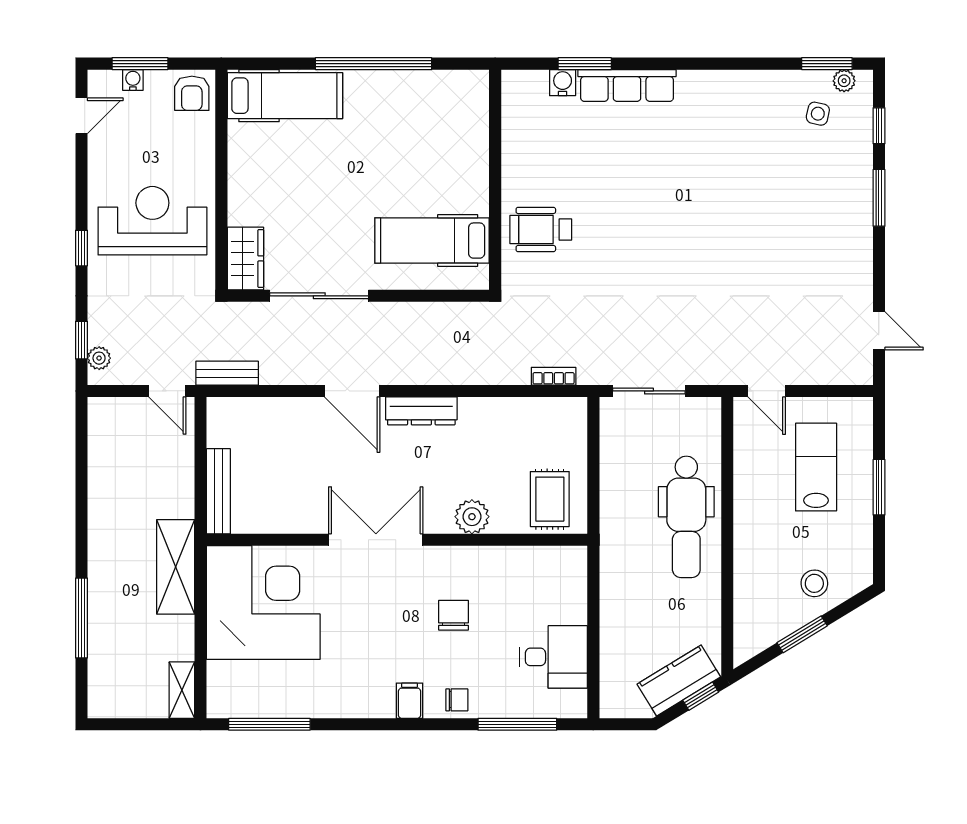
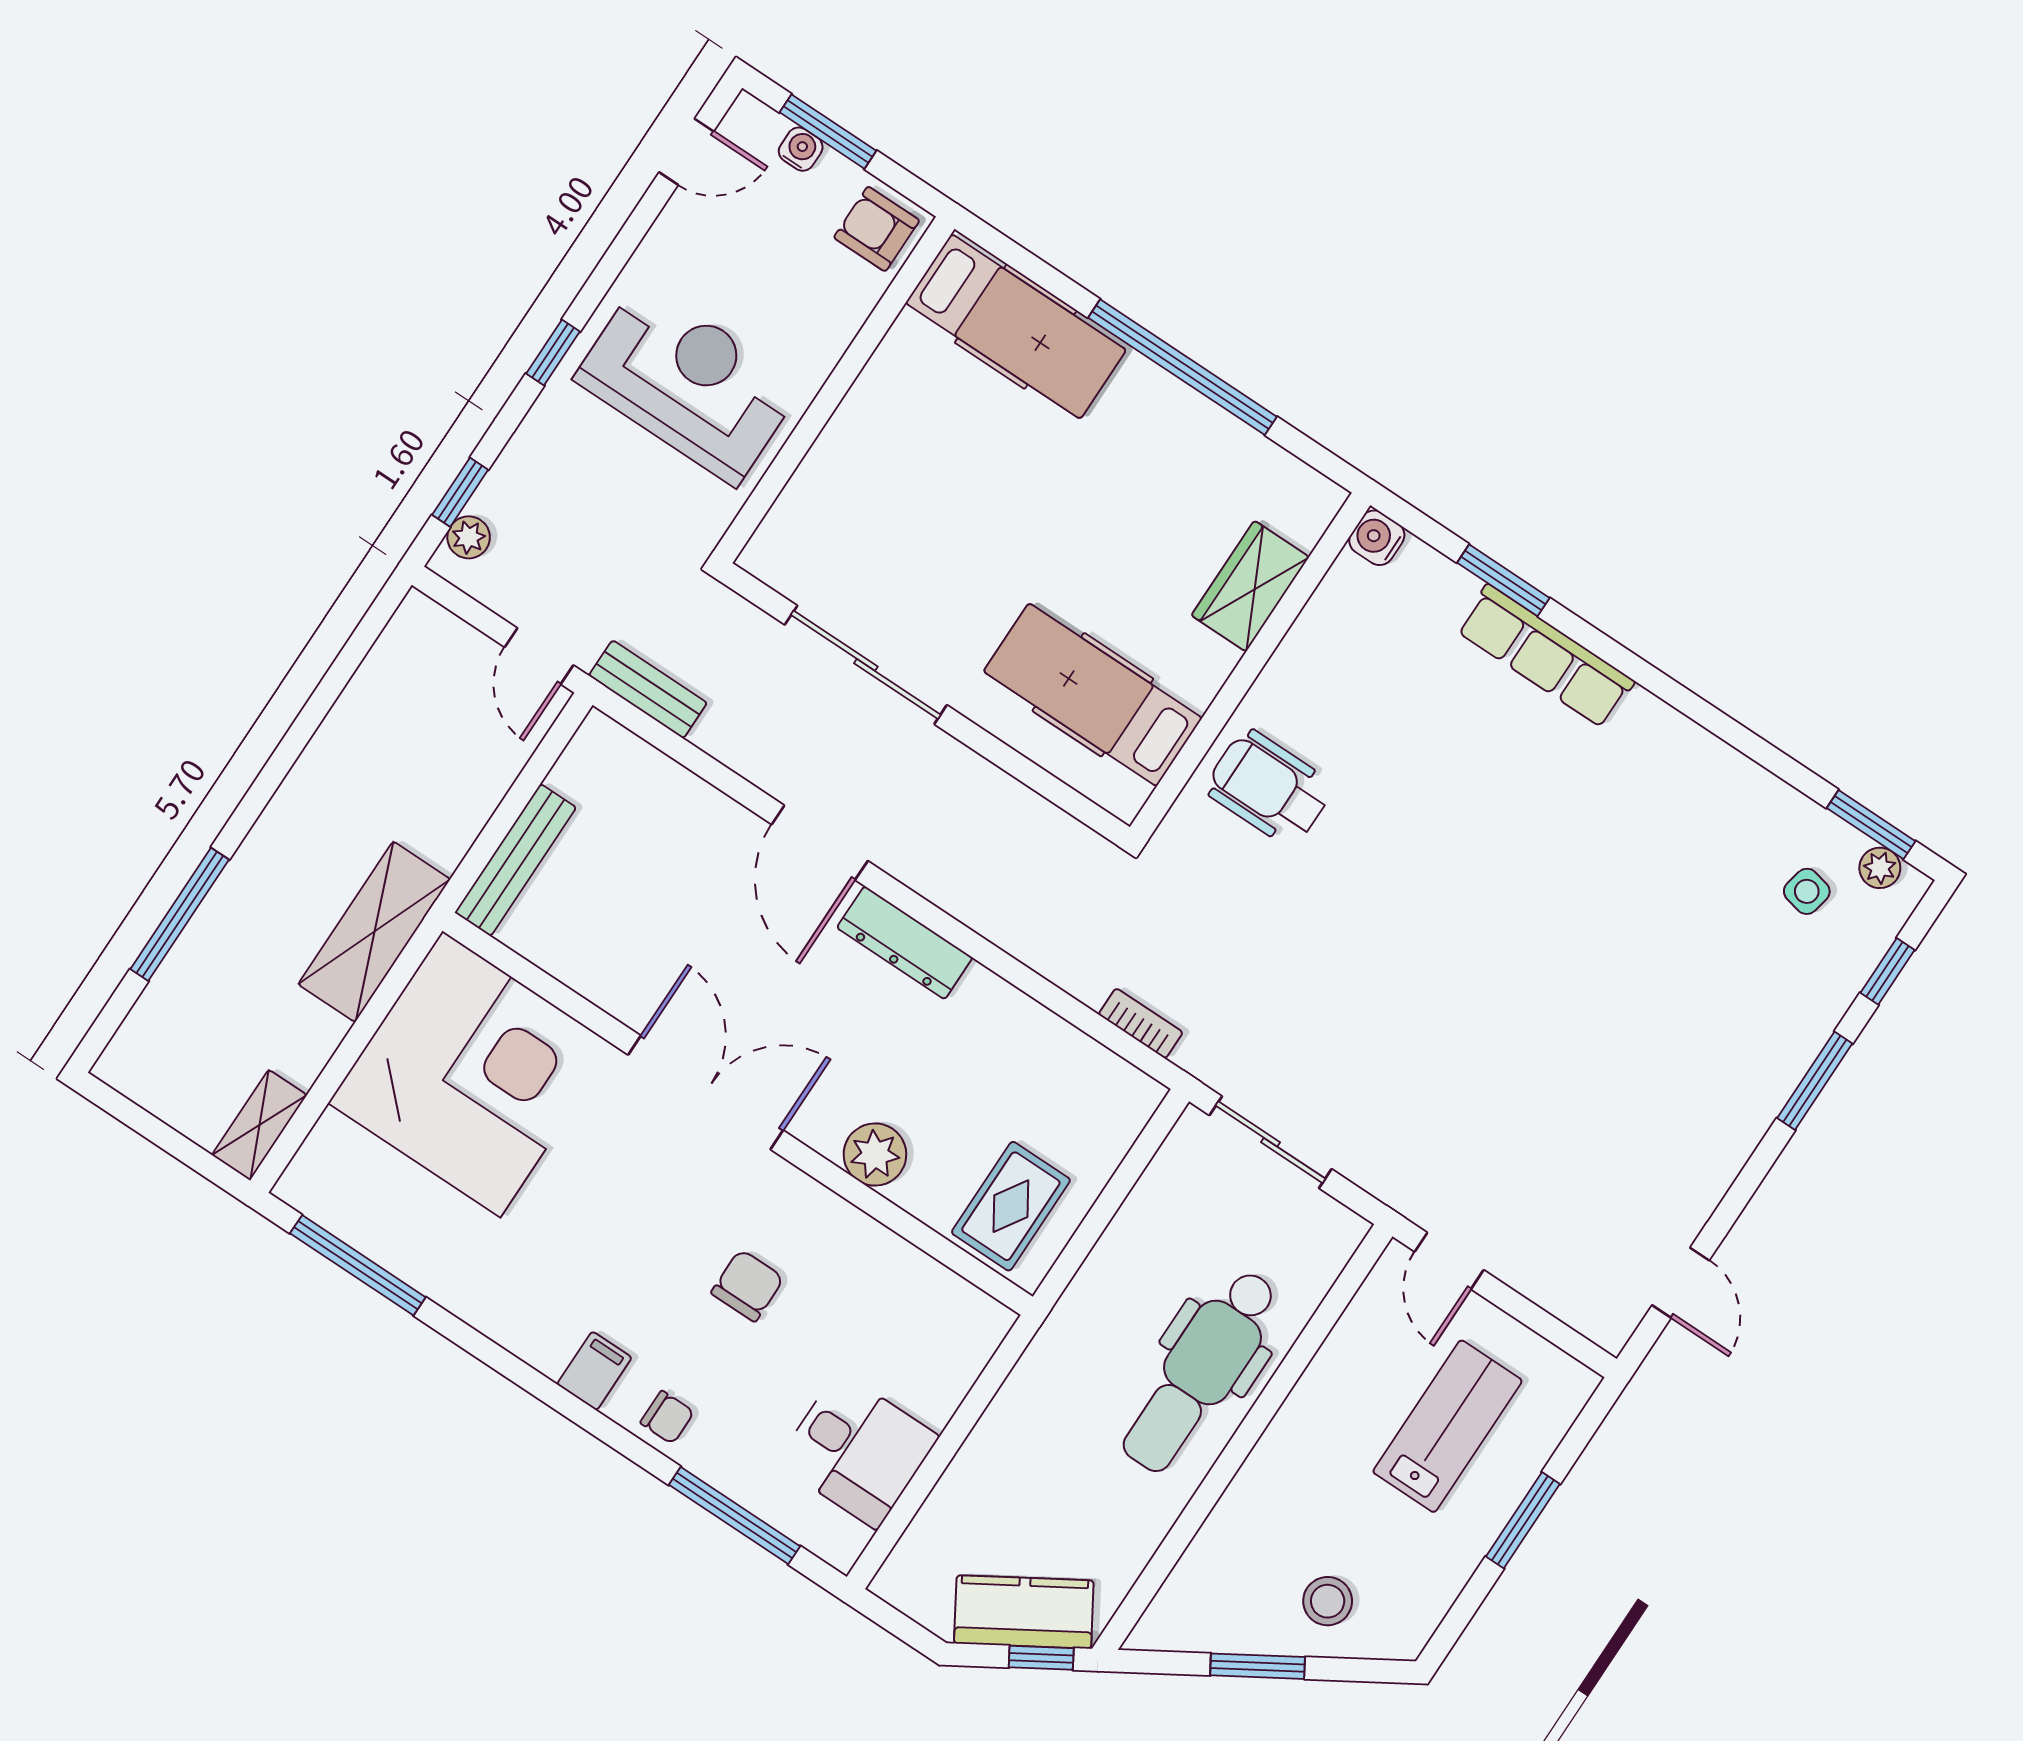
water cooler: (563, 83) -> (1377, 538), moved, turned -90
armchair: (192, 93) -> (877, 229), turned 90
wardrobe: (245, 258) -> (1250, 586), moved, turned 180

